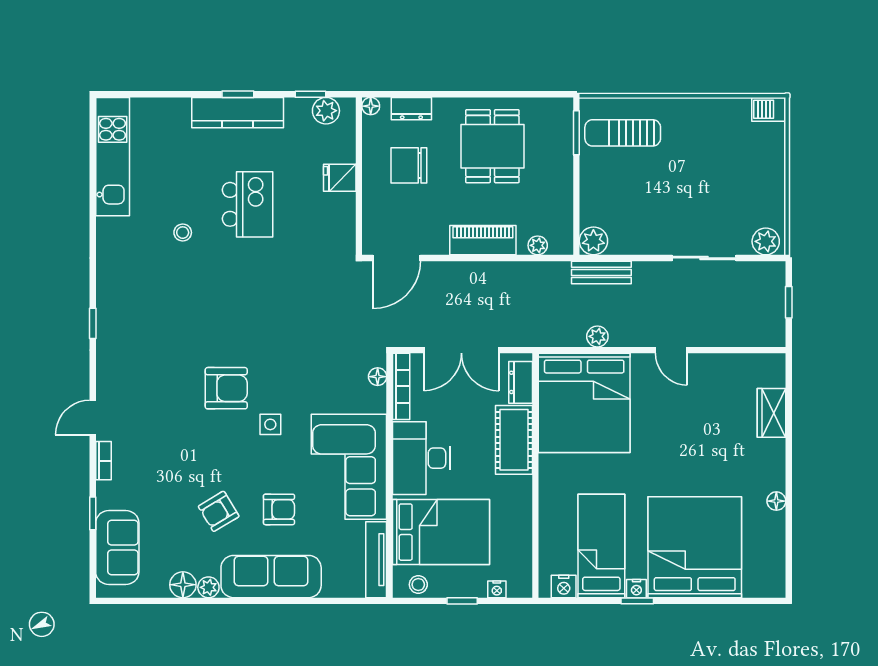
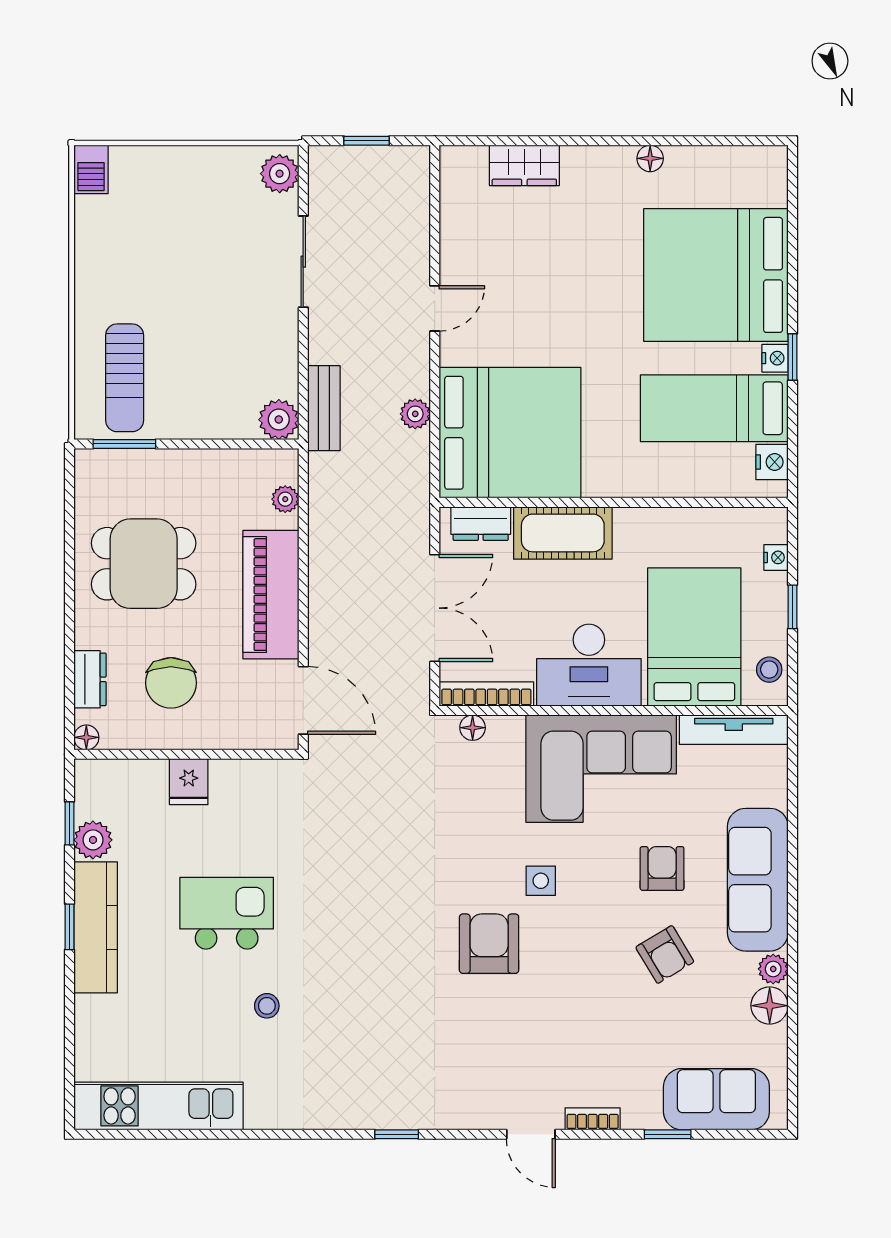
plant: (326, 111) -> (93, 840), moved
piano: (483, 240) -> (271, 595), width x1.37, depth x1.33

